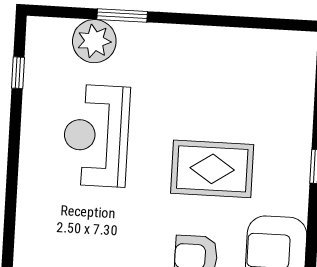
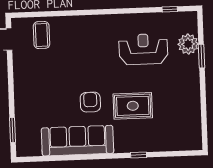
rug: (212, 169) -> (133, 106), turned 90

